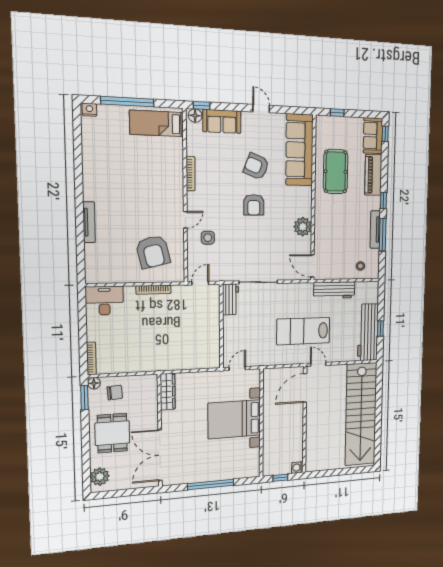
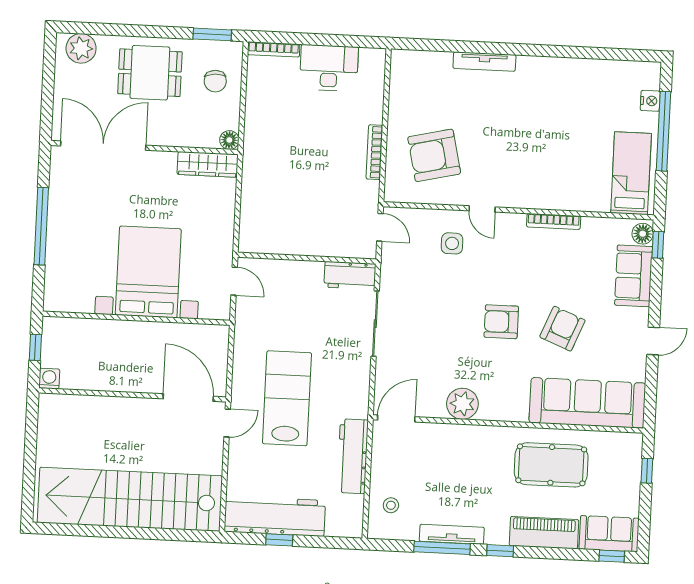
nightstand: (89, 110) -> (650, 101), moved
desk: (104, 301) -> (329, 68), moved, turned -90
floor lamp: (94, 383) -> (229, 140), moved

